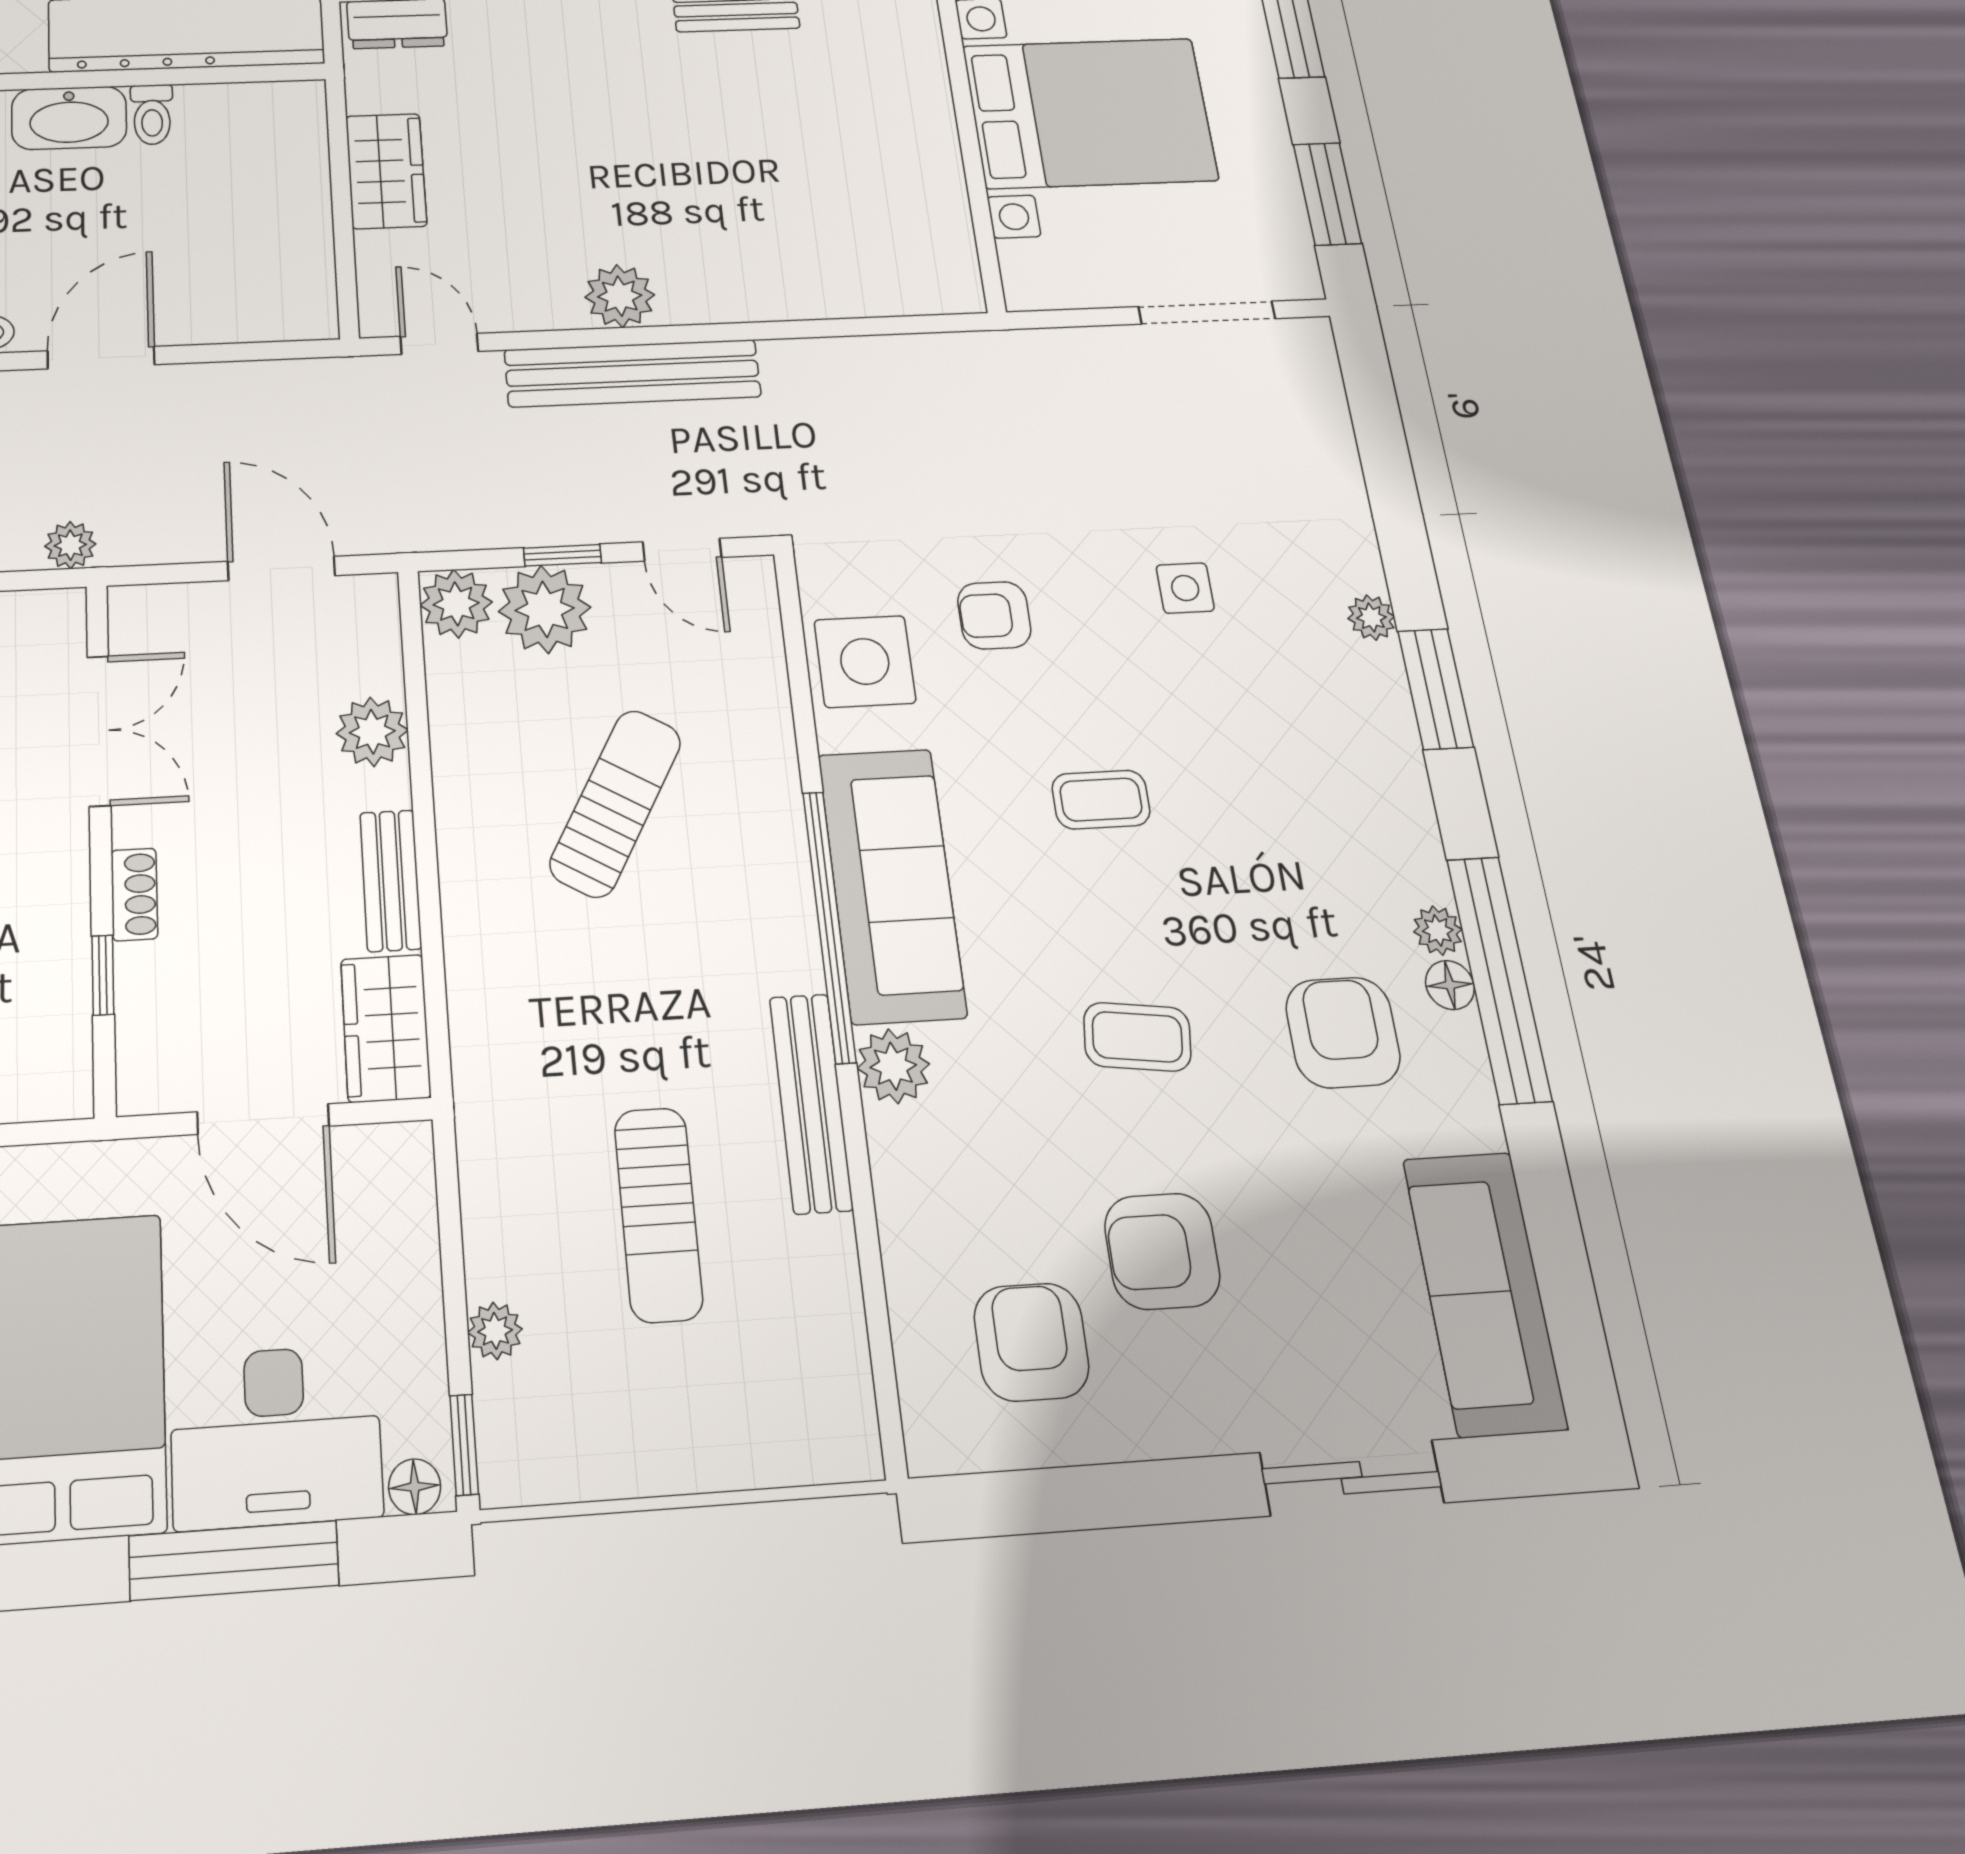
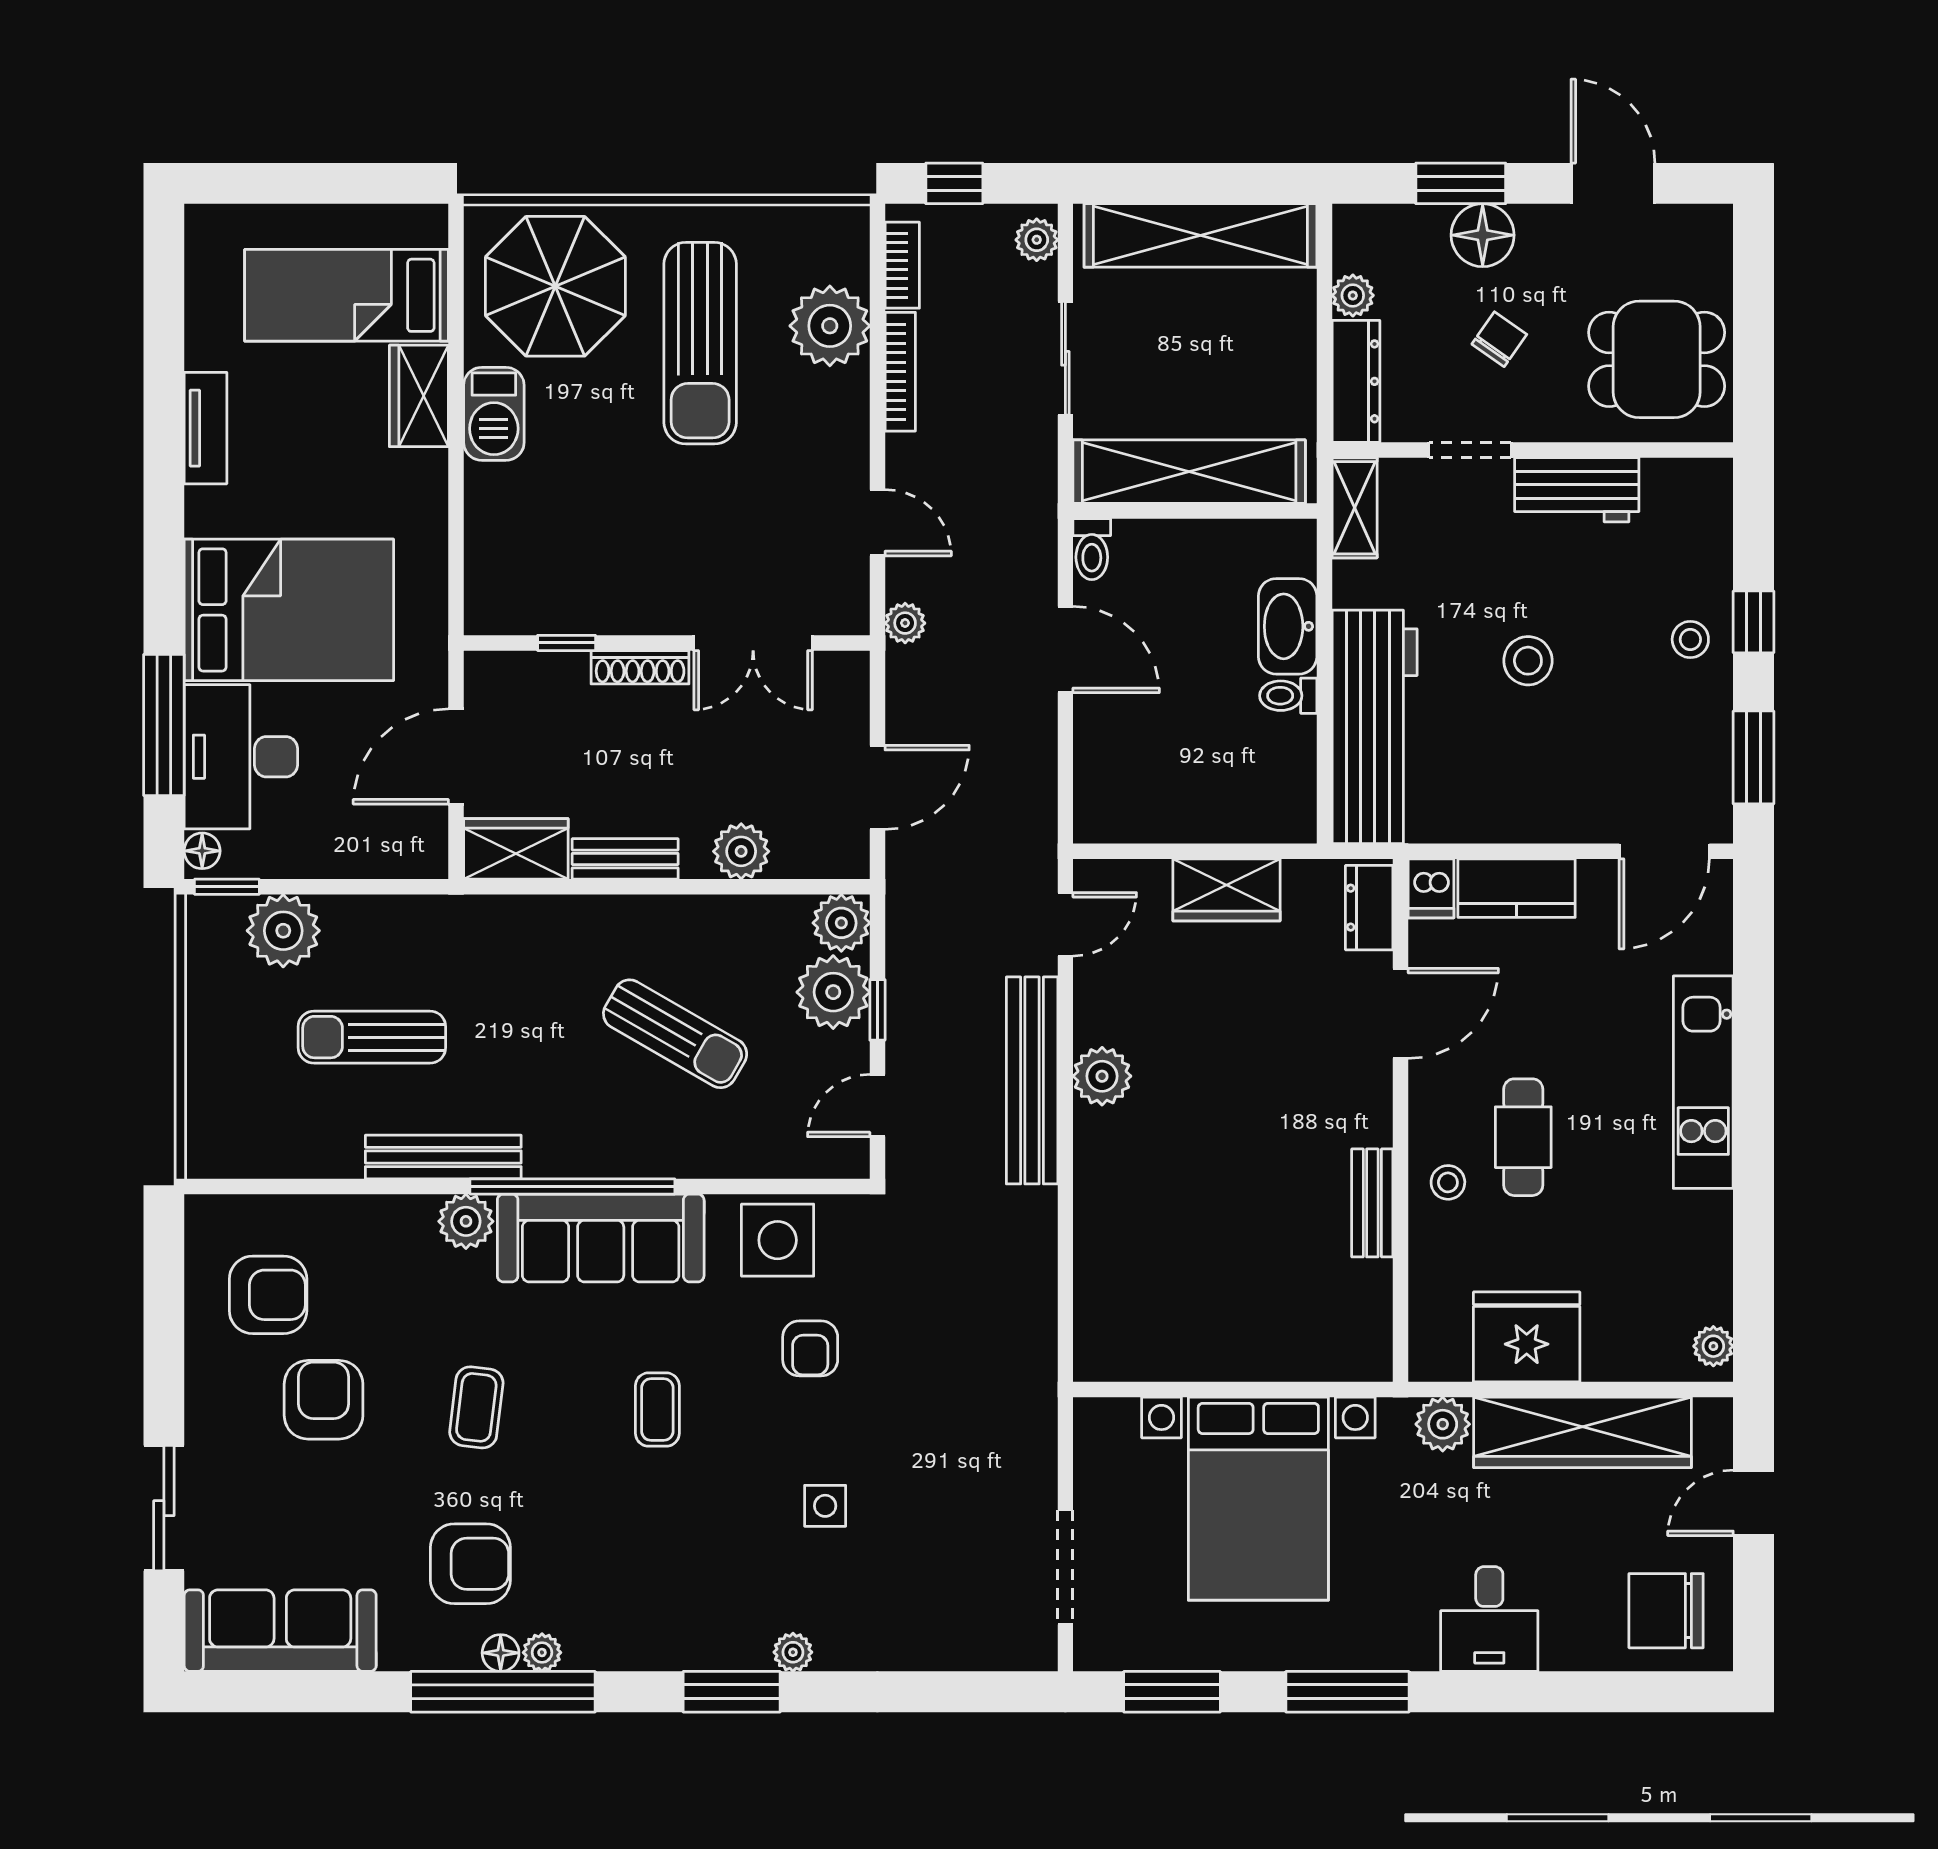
armchair: (994, 615) -> (810, 1348), turned 180
shoe rack: (134, 894) -> (640, 667), width x1.43
plant: (495, 1331) -> (283, 931), width x1.87, depth x1.87

